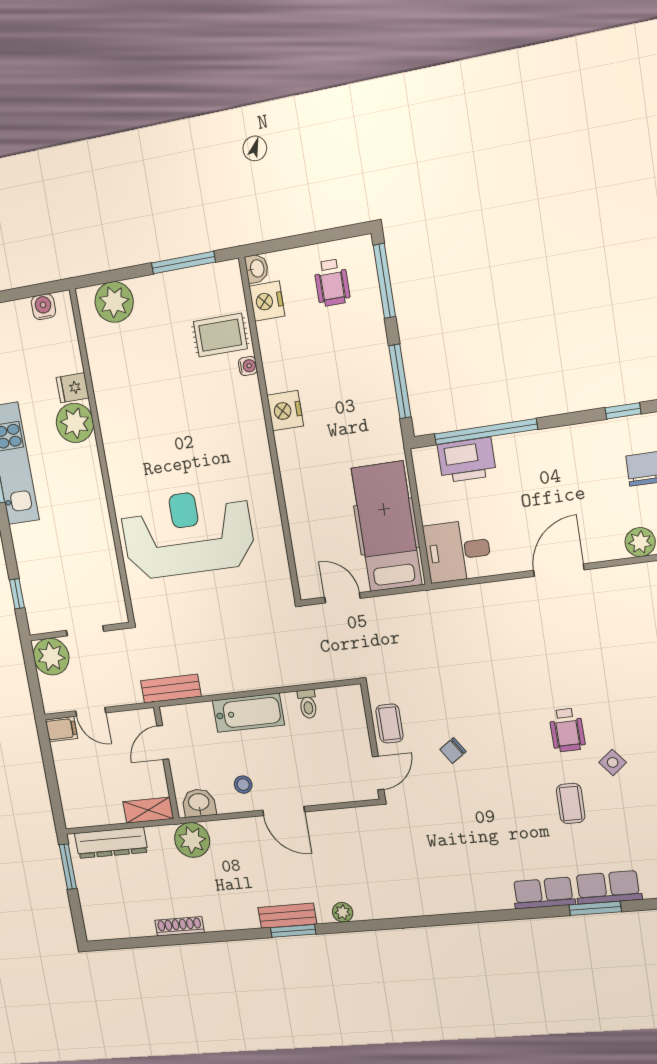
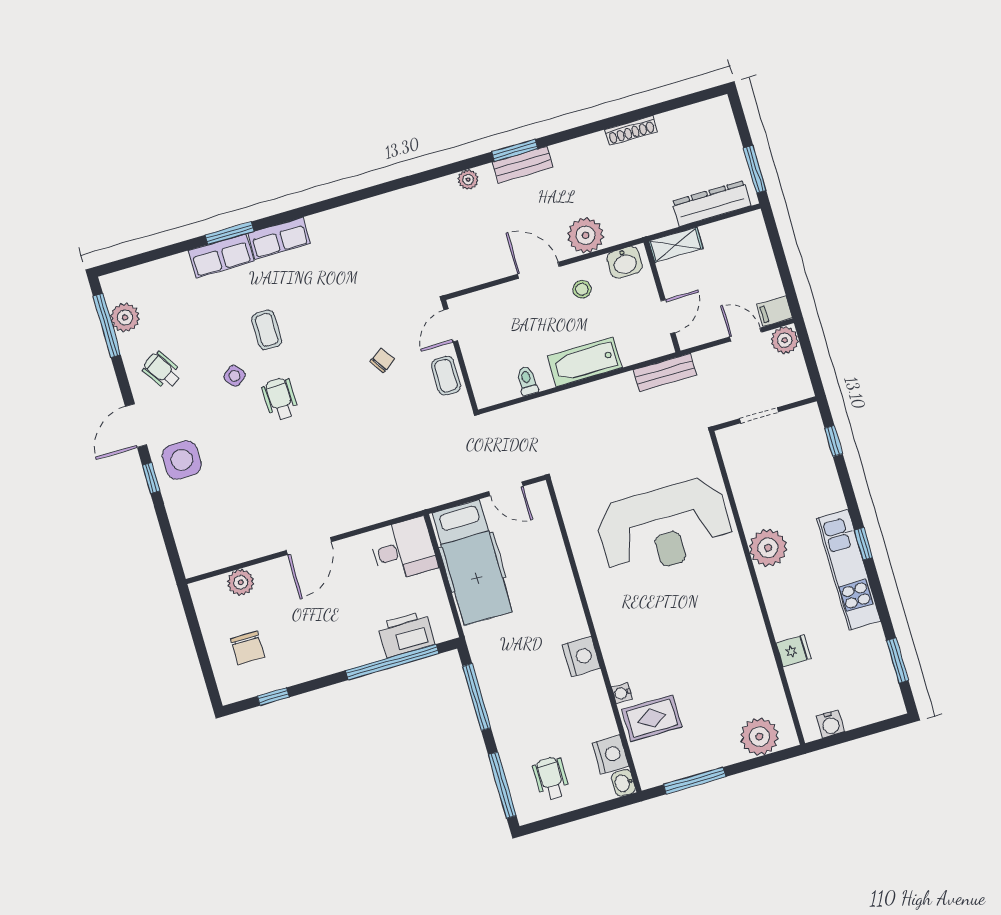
plant: (75, 423) -> (768, 548), moved
plant: (51, 657) -> (785, 340), moved, width x0.73, depth x0.73
plant: (192, 840) -> (585, 235), moved

